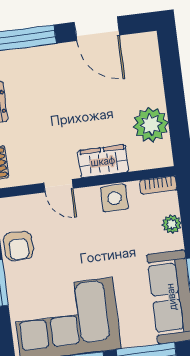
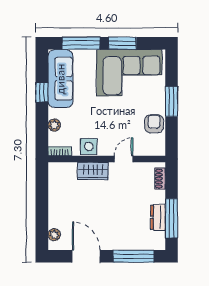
plant: (151, 125) -> (54, 235), moved, width x0.53, depth x0.53
door: (58, 186) -> (124, 159), hinge flipped

